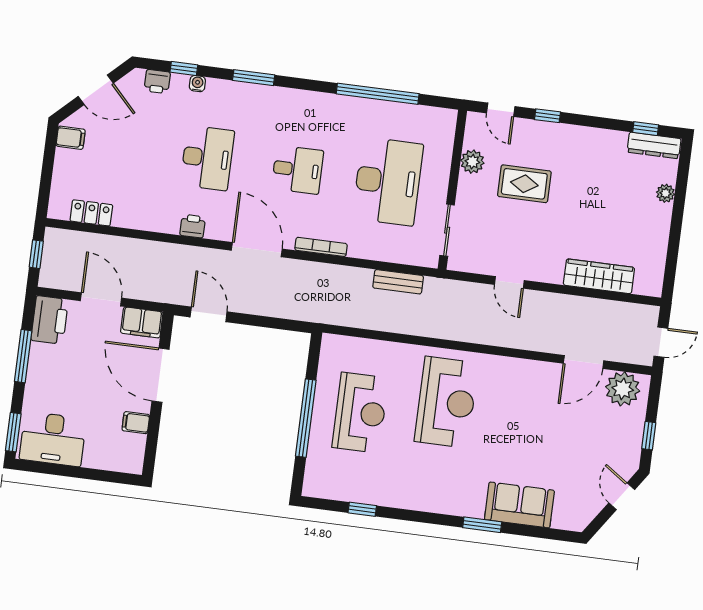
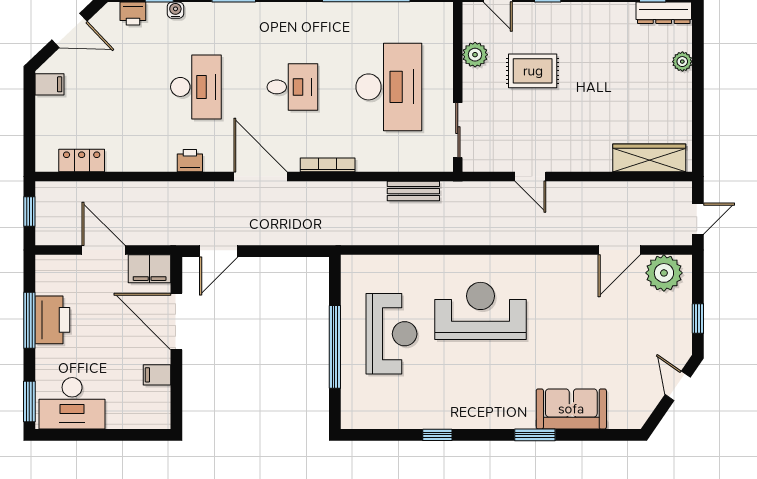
wardrobe: (599, 276) -> (649, 158), moved
door: (209, 314) -> (219, 251), swing flipped
printer: (50, 320) -> (52, 320), moved
reception desk: (446, 402) -> (480, 311), turned -90
window: (362, 509) -> (437, 435), moved

